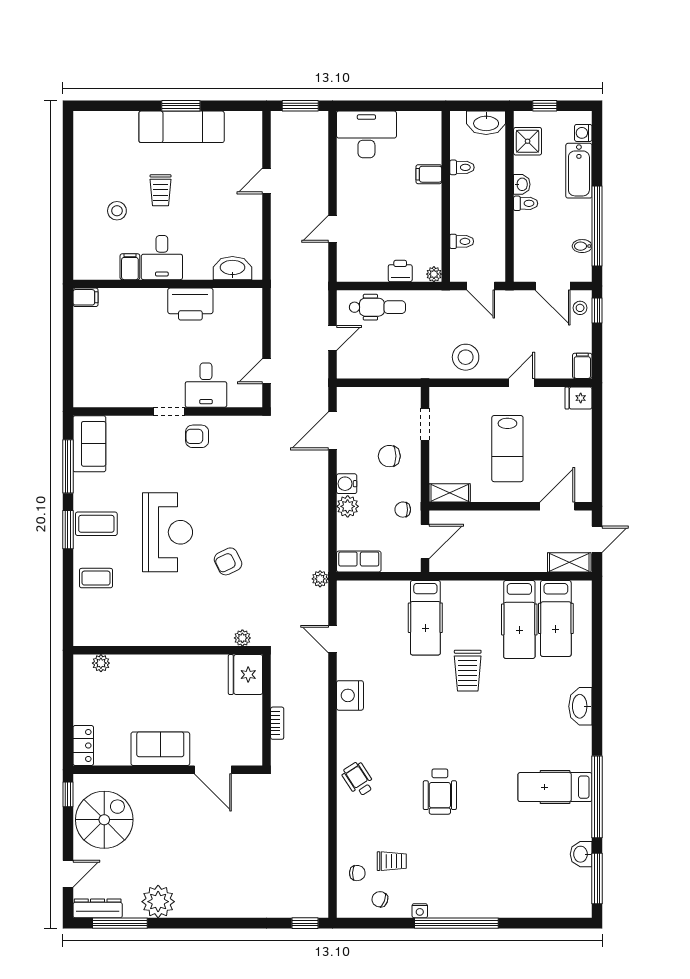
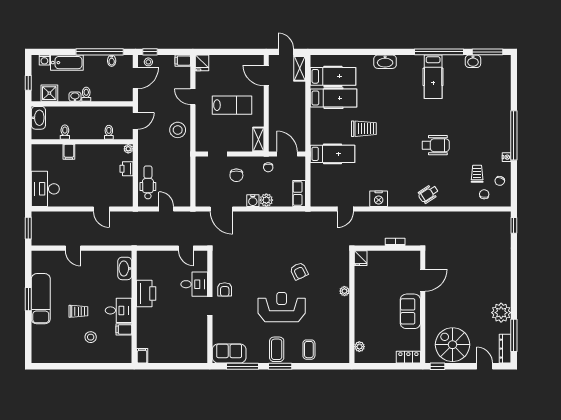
plant: (320, 579) -> (309, 216), removed
plant: (242, 638) -> (344, 291), moved
fridge: (245, 675) -> (361, 258), width x0.53, depth x0.75

